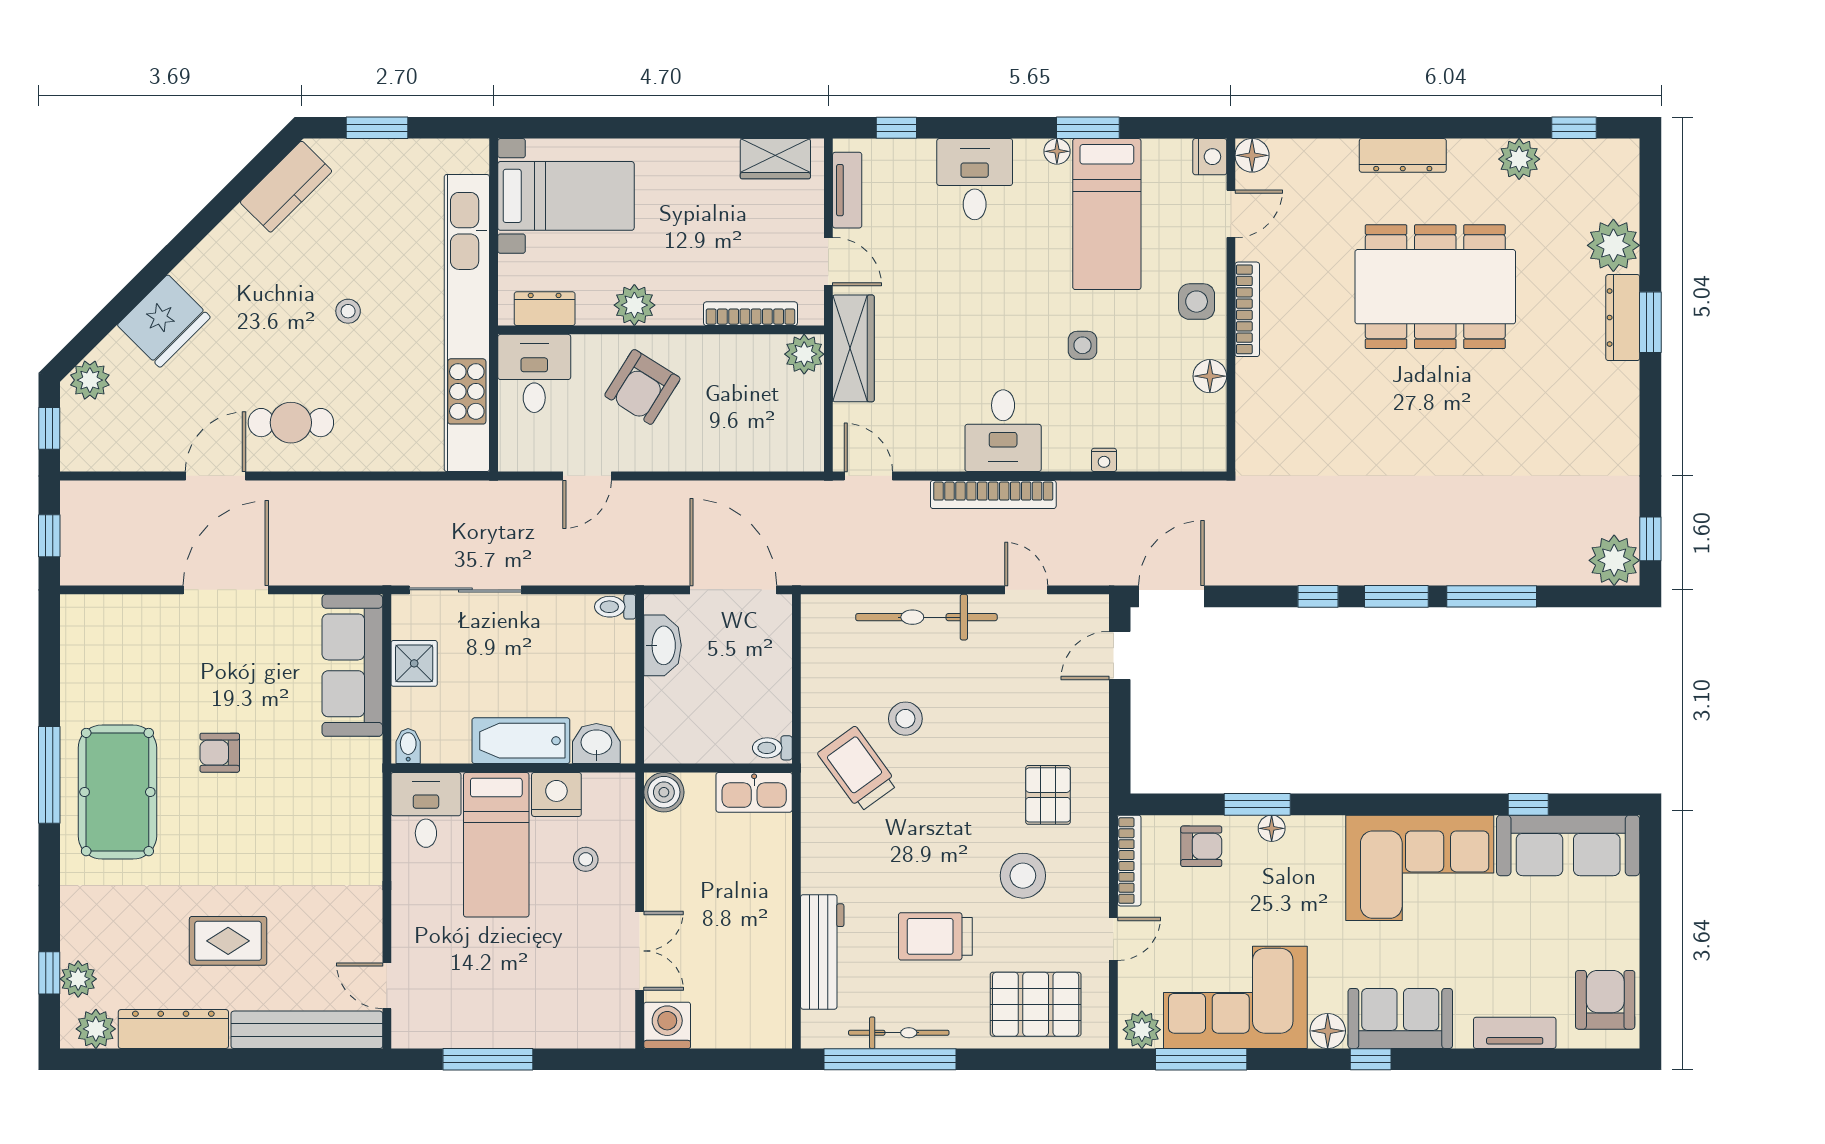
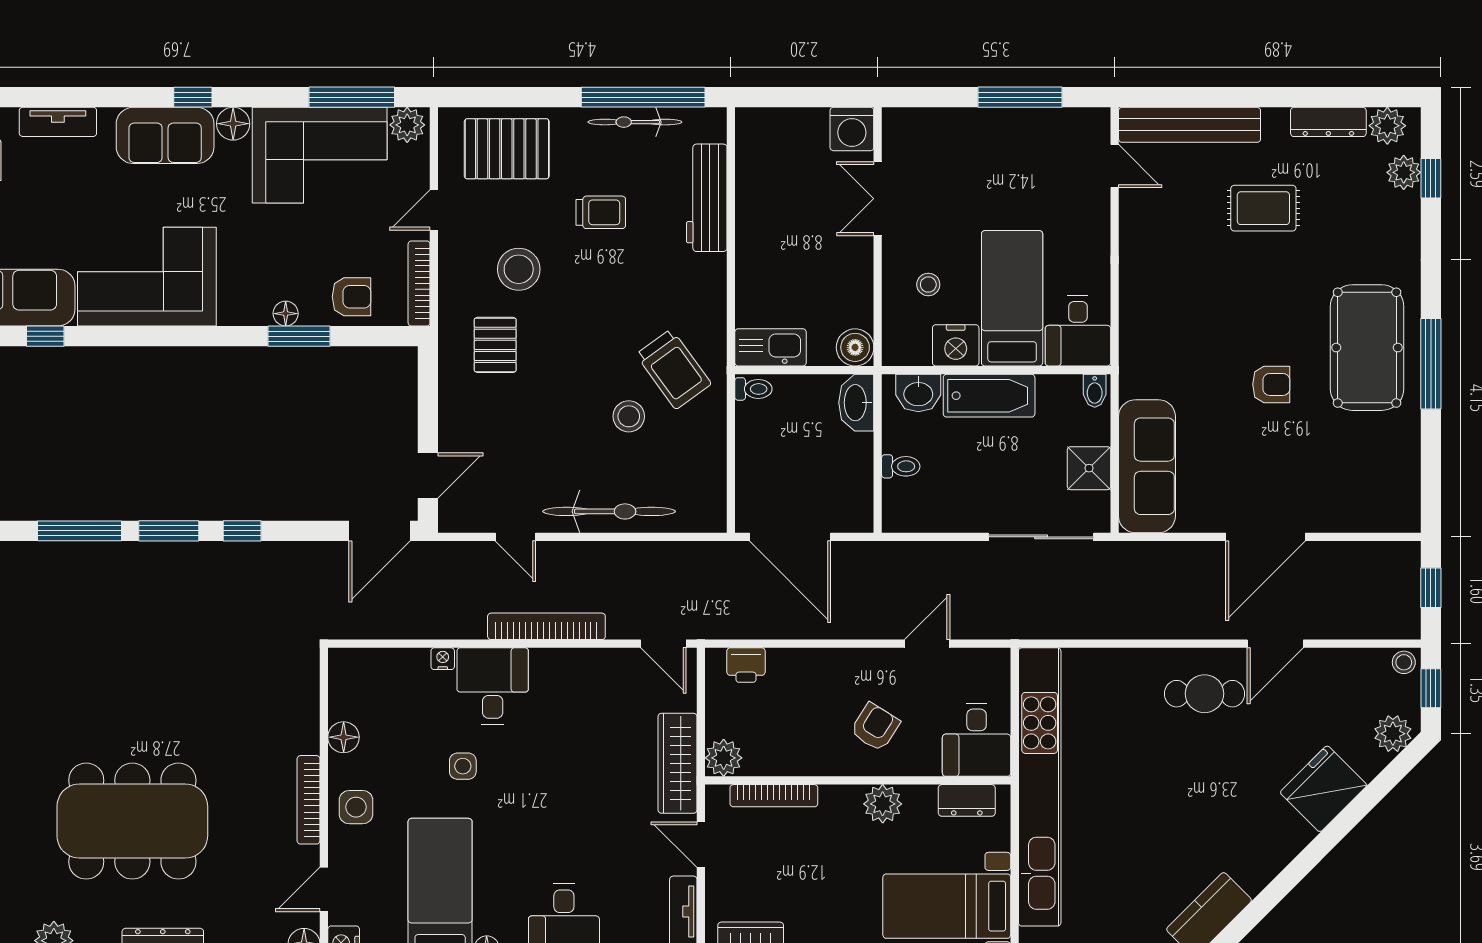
stool: (348, 311) -> (1404, 662), moved
armchair: (642, 387) -> (875, 727), width x0.72, depth x0.72
desk: (1003, 431) -> (493, 686), moved
printer: (780, 453) -> (746, 665), added
toilet: (615, 607) -> (901, 466), moved
washbasin: (663, 645) -> (856, 403), moved
armchair: (1201, 846) -> (352, 297), turned 180
trolley: (935, 936) -> (601, 212), width x0.73, depth x0.72
dresser: (173, 1029) -> (1328, 122), width x0.73, depth x0.80

